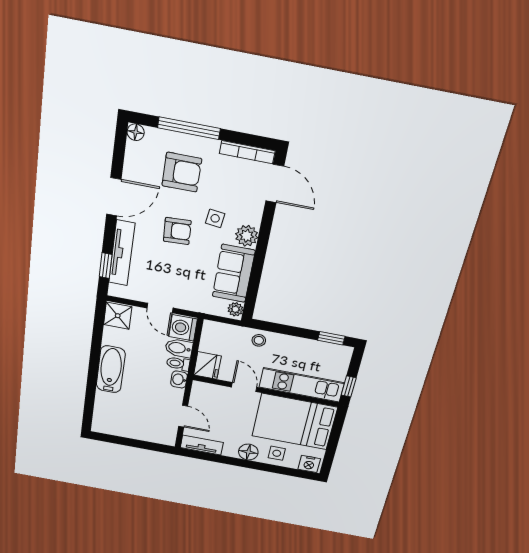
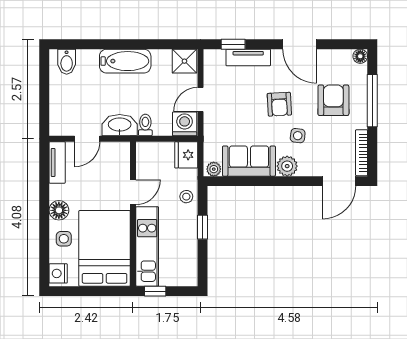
armchair: (182, 172) -> (333, 100), turned 180
tv unit: (122, 253) -> (248, 57), width x0.71
window: (331, 338) -> (202, 227), moved
bidet: (179, 348) -> (67, 62), moved, turned 180
fridge: (207, 365) -> (186, 155), moved, turned 90
washbasin: (179, 379) -> (120, 125), width x1.91, depth x1.45

